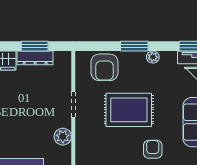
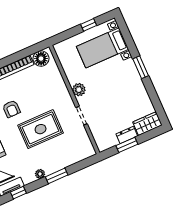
dresser: (35, 58) -> (127, 135), width x0.70
armchair: (104, 67) -> (71, 152), removed

